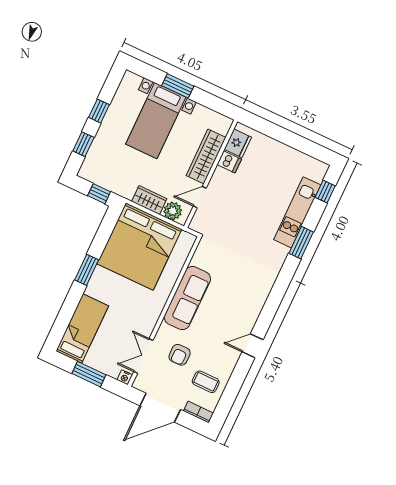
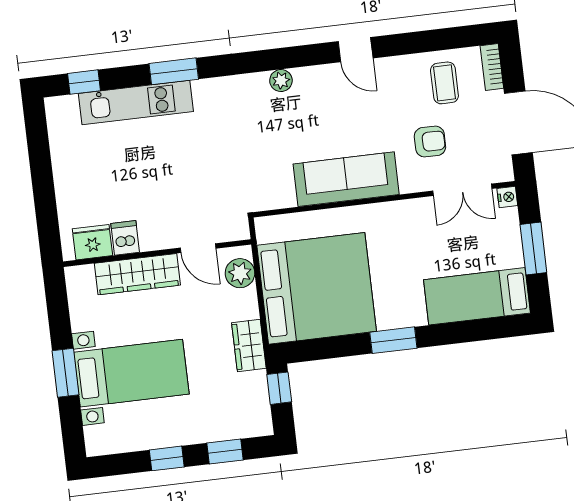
wardrobe: (149, 200) -> (249, 346), moved
plant: (261, 296) -> (281, 81), added

